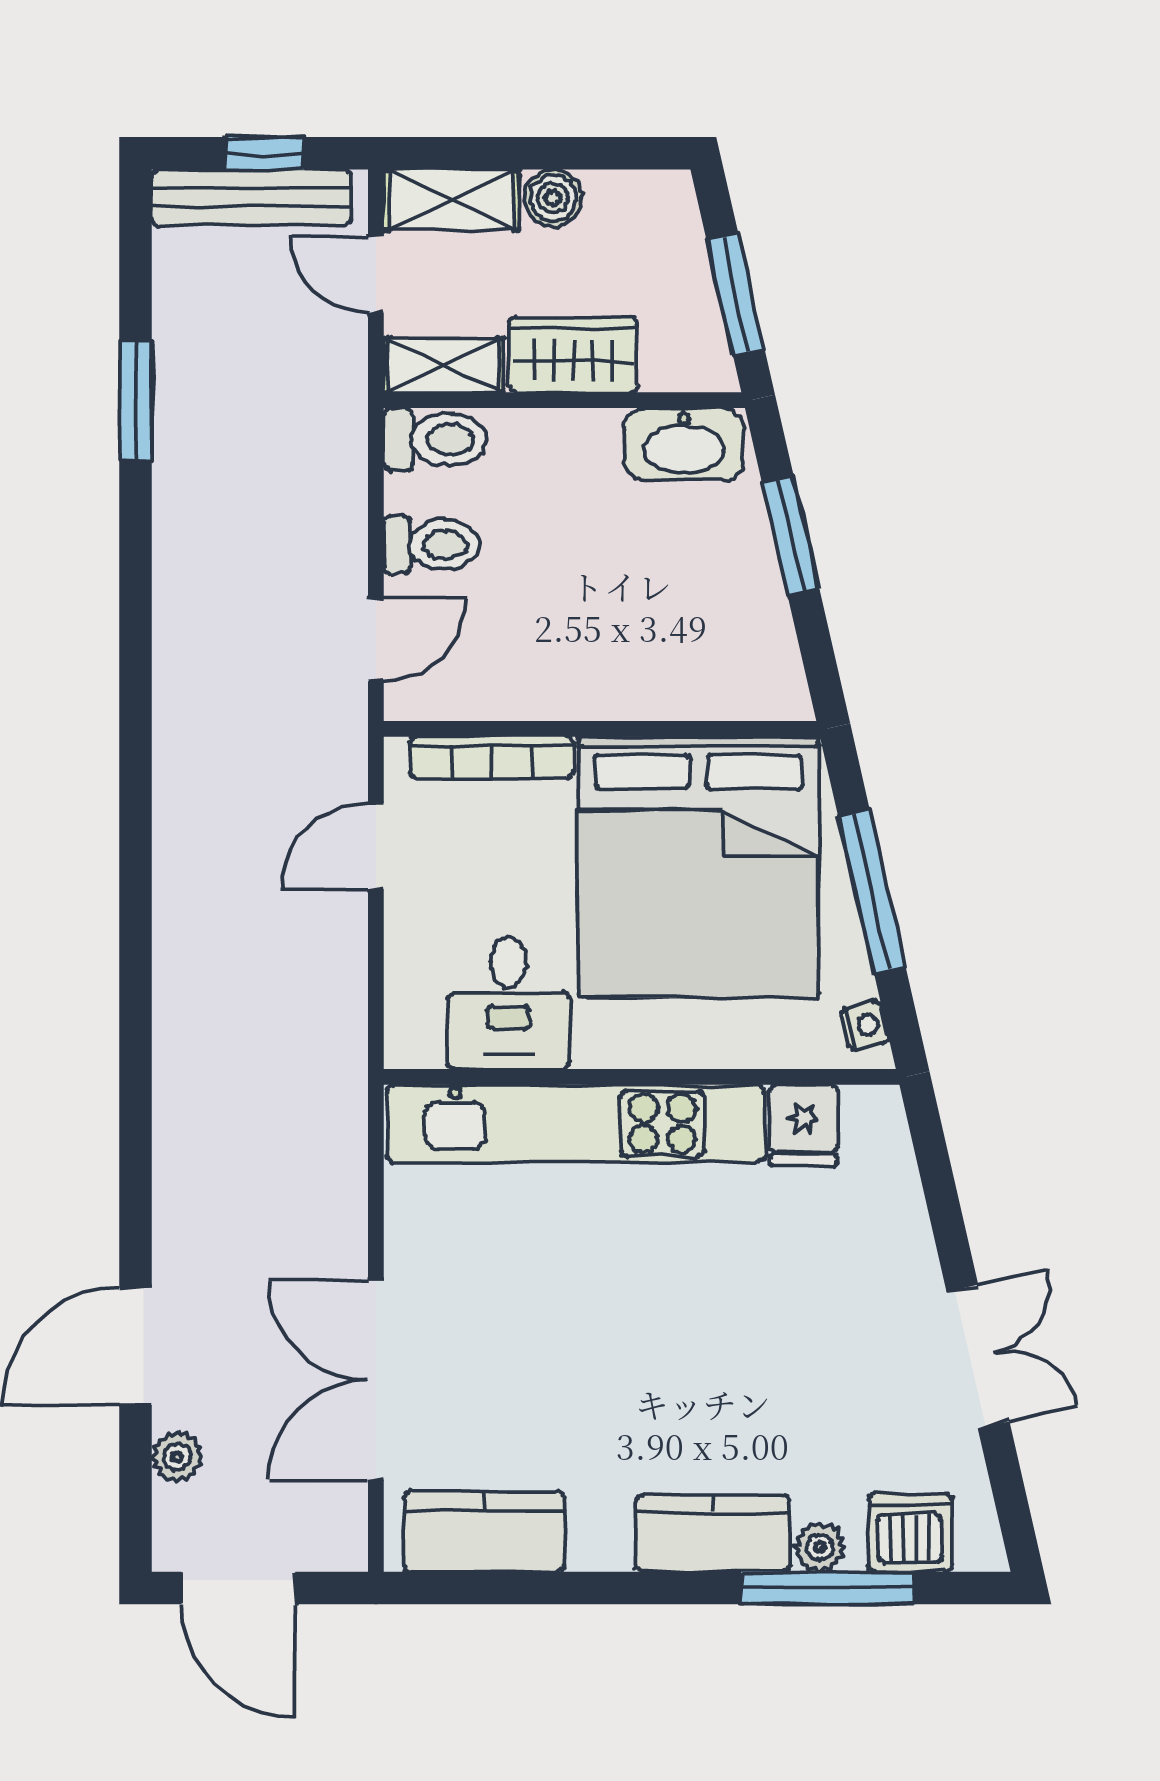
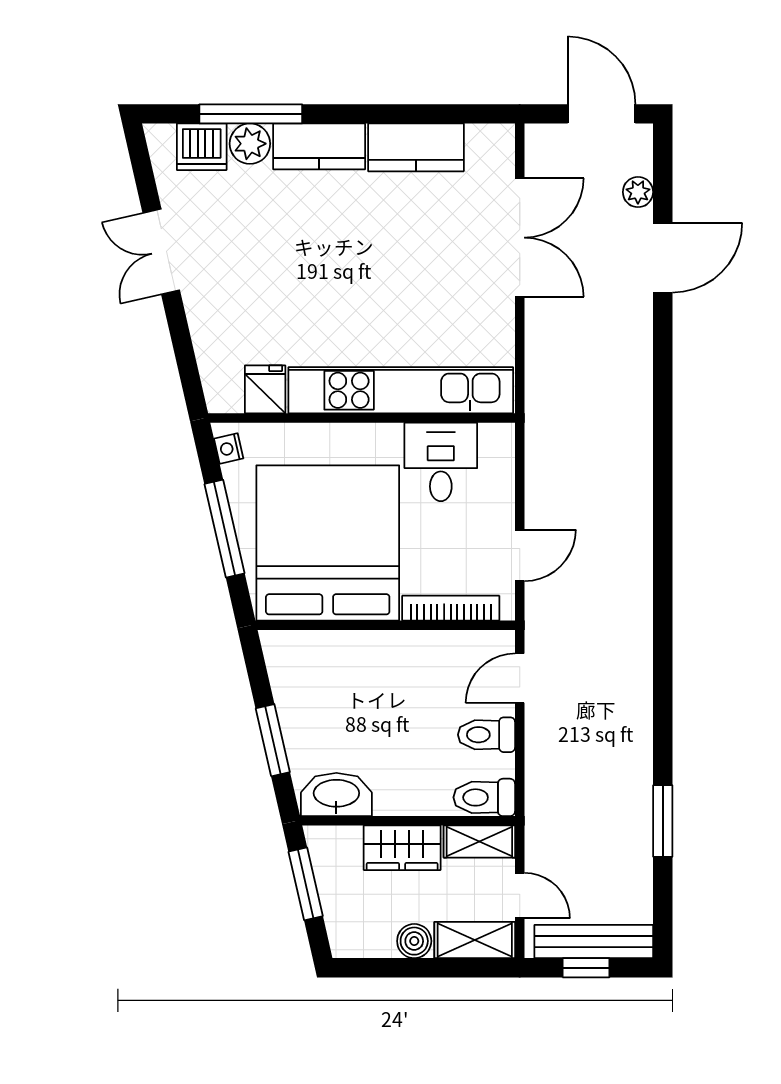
kitchen counter: (484, 1532) -> (416, 147), moved
plant: (820, 1547) -> (250, 144), width x1.38, depth x1.38

